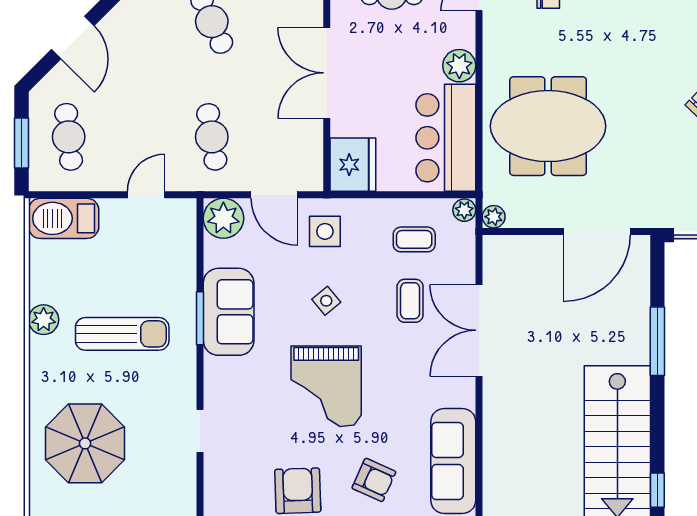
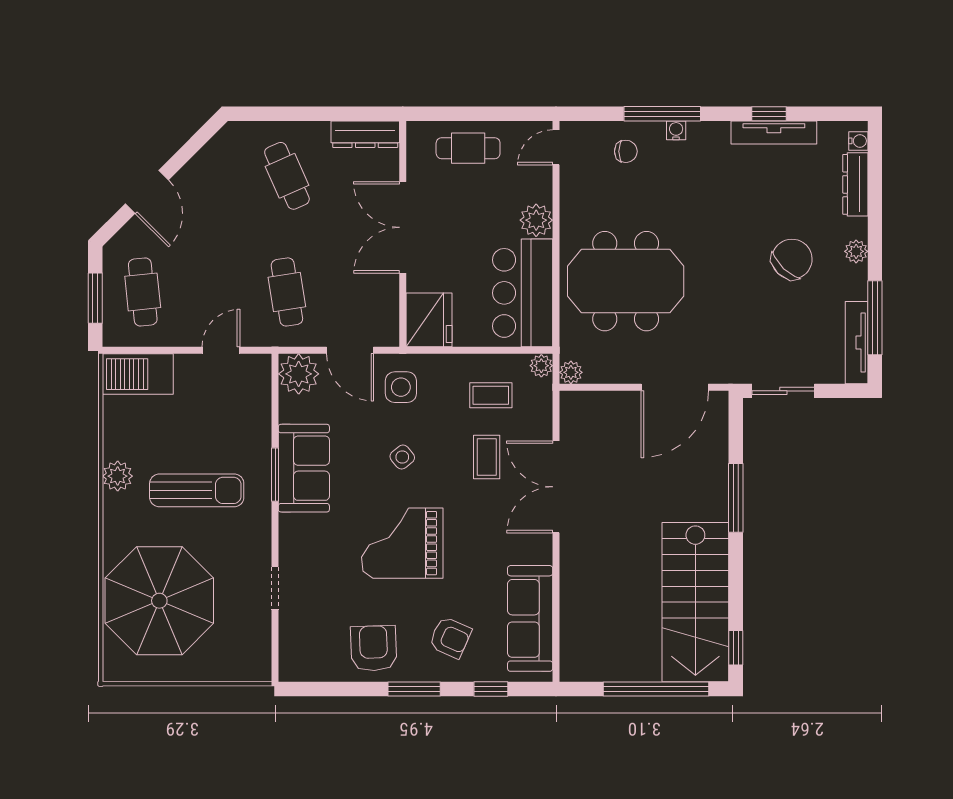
grand piano: (326, 386) -> (402, 543), turned 90
parasol: (85, 443) -> (159, 601), width x1.36, depth x1.36

